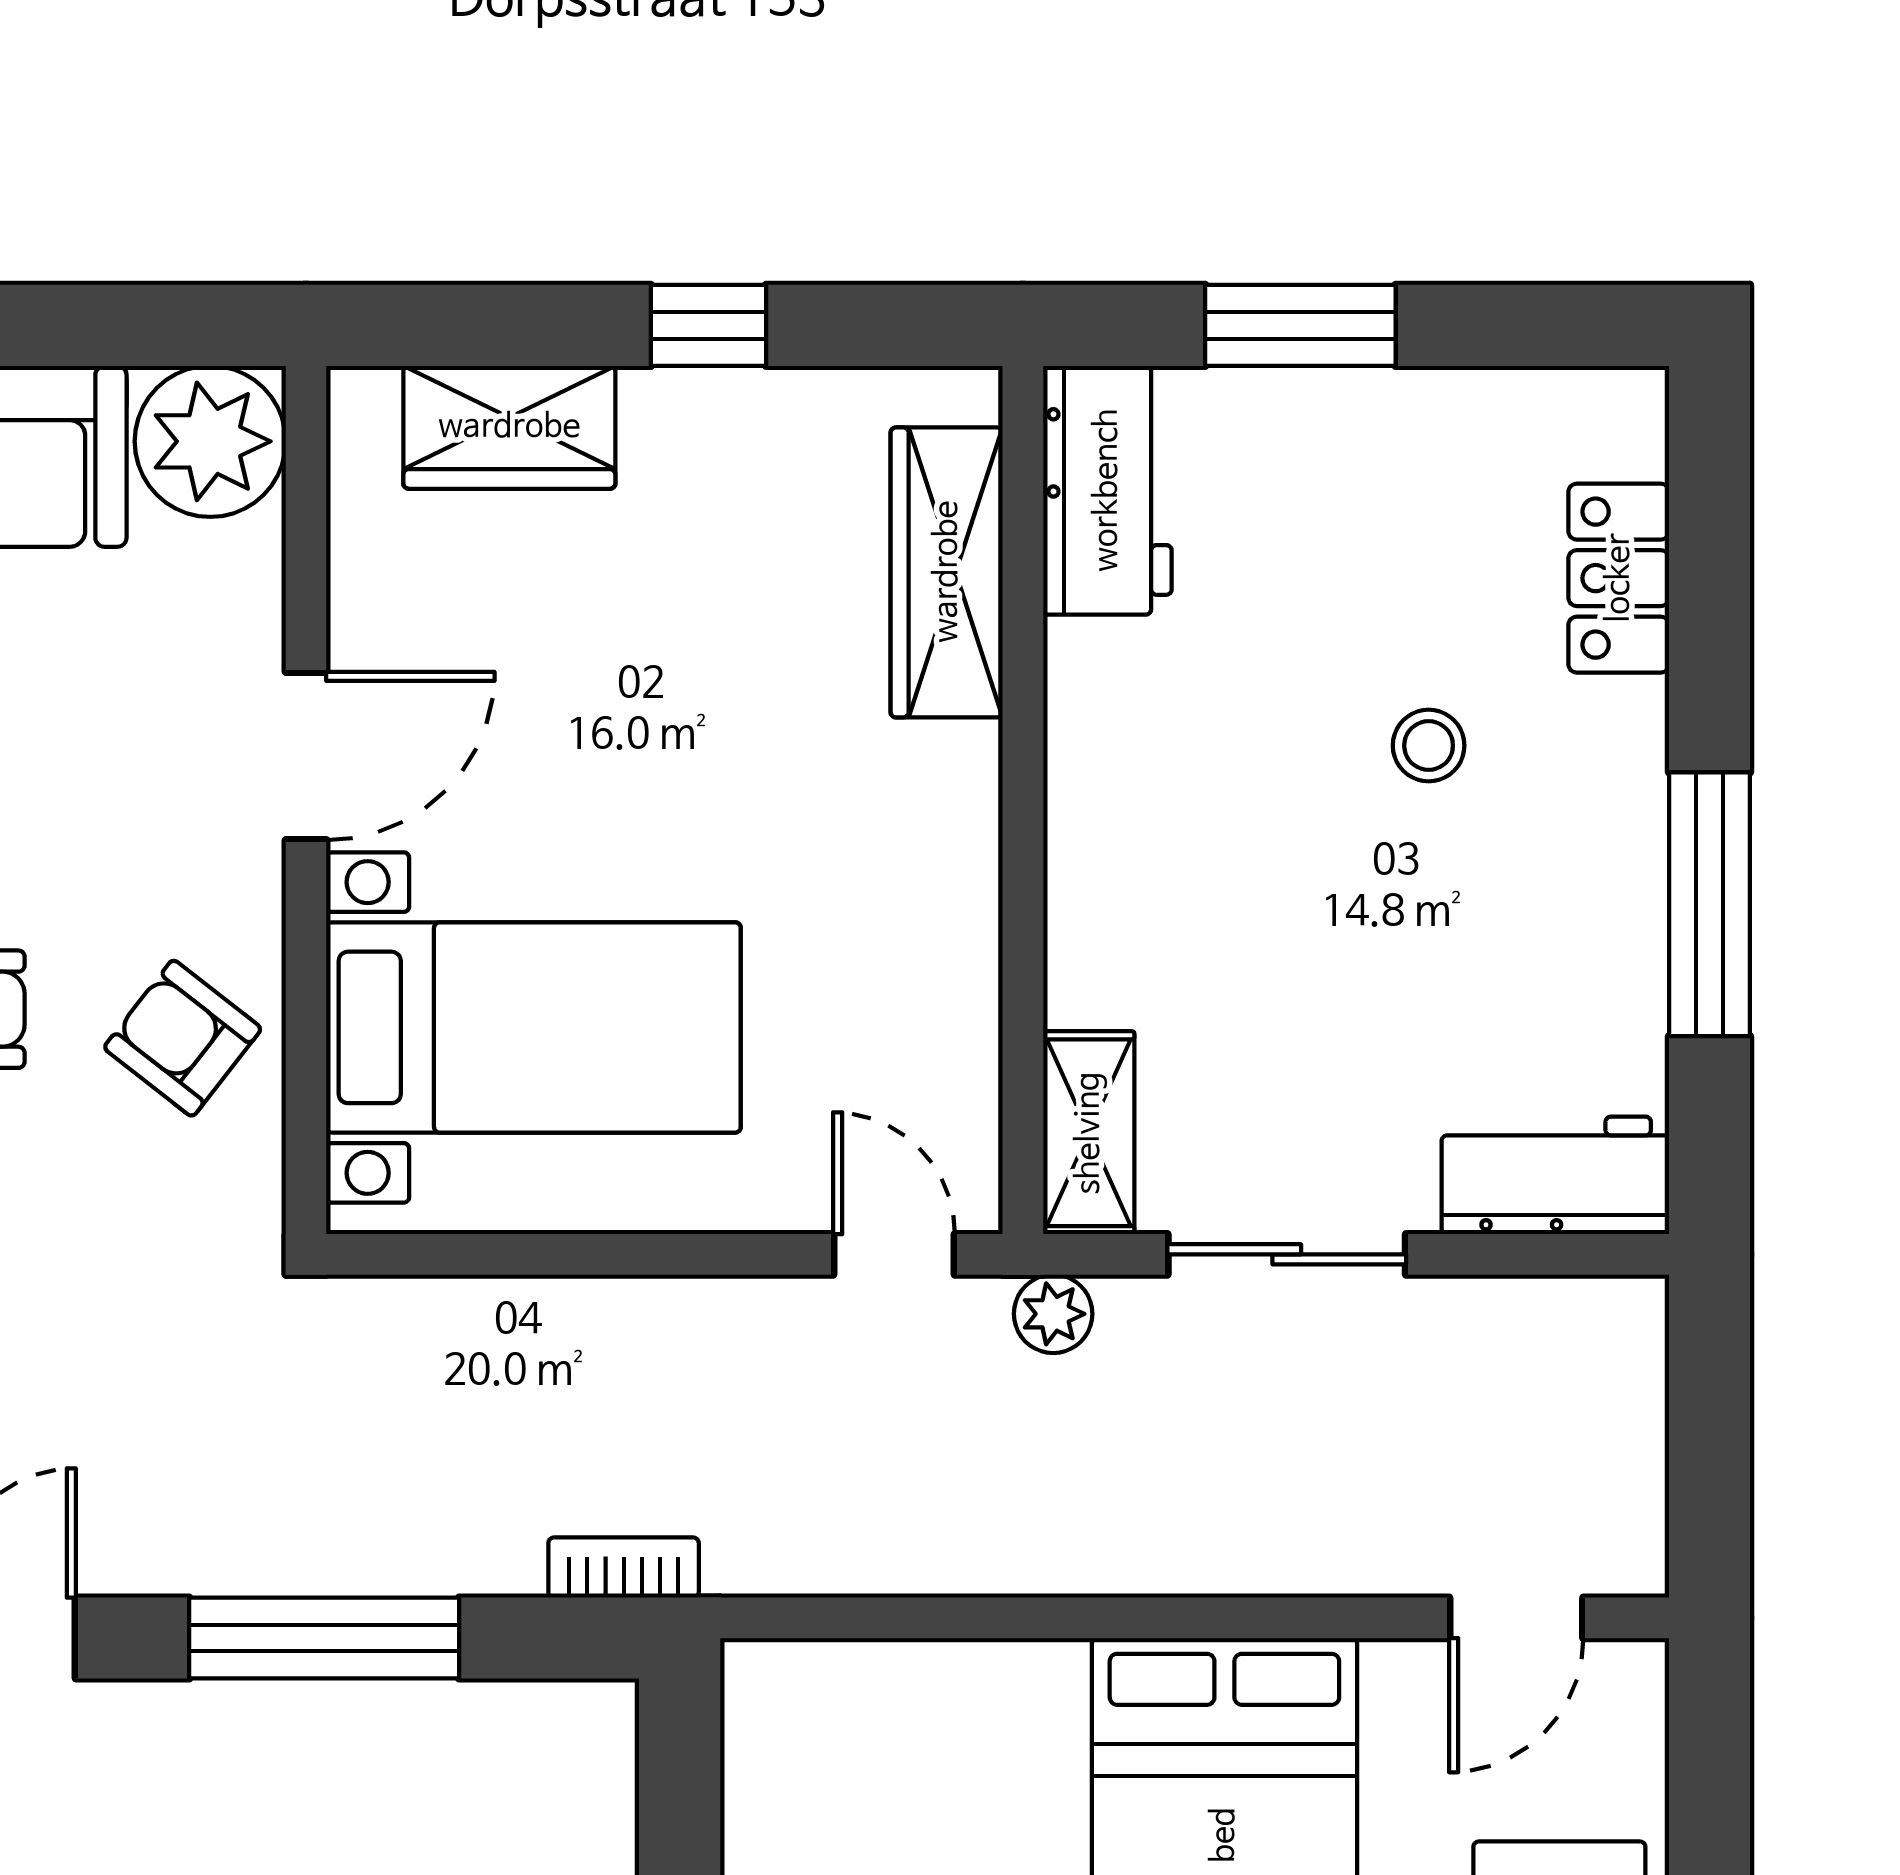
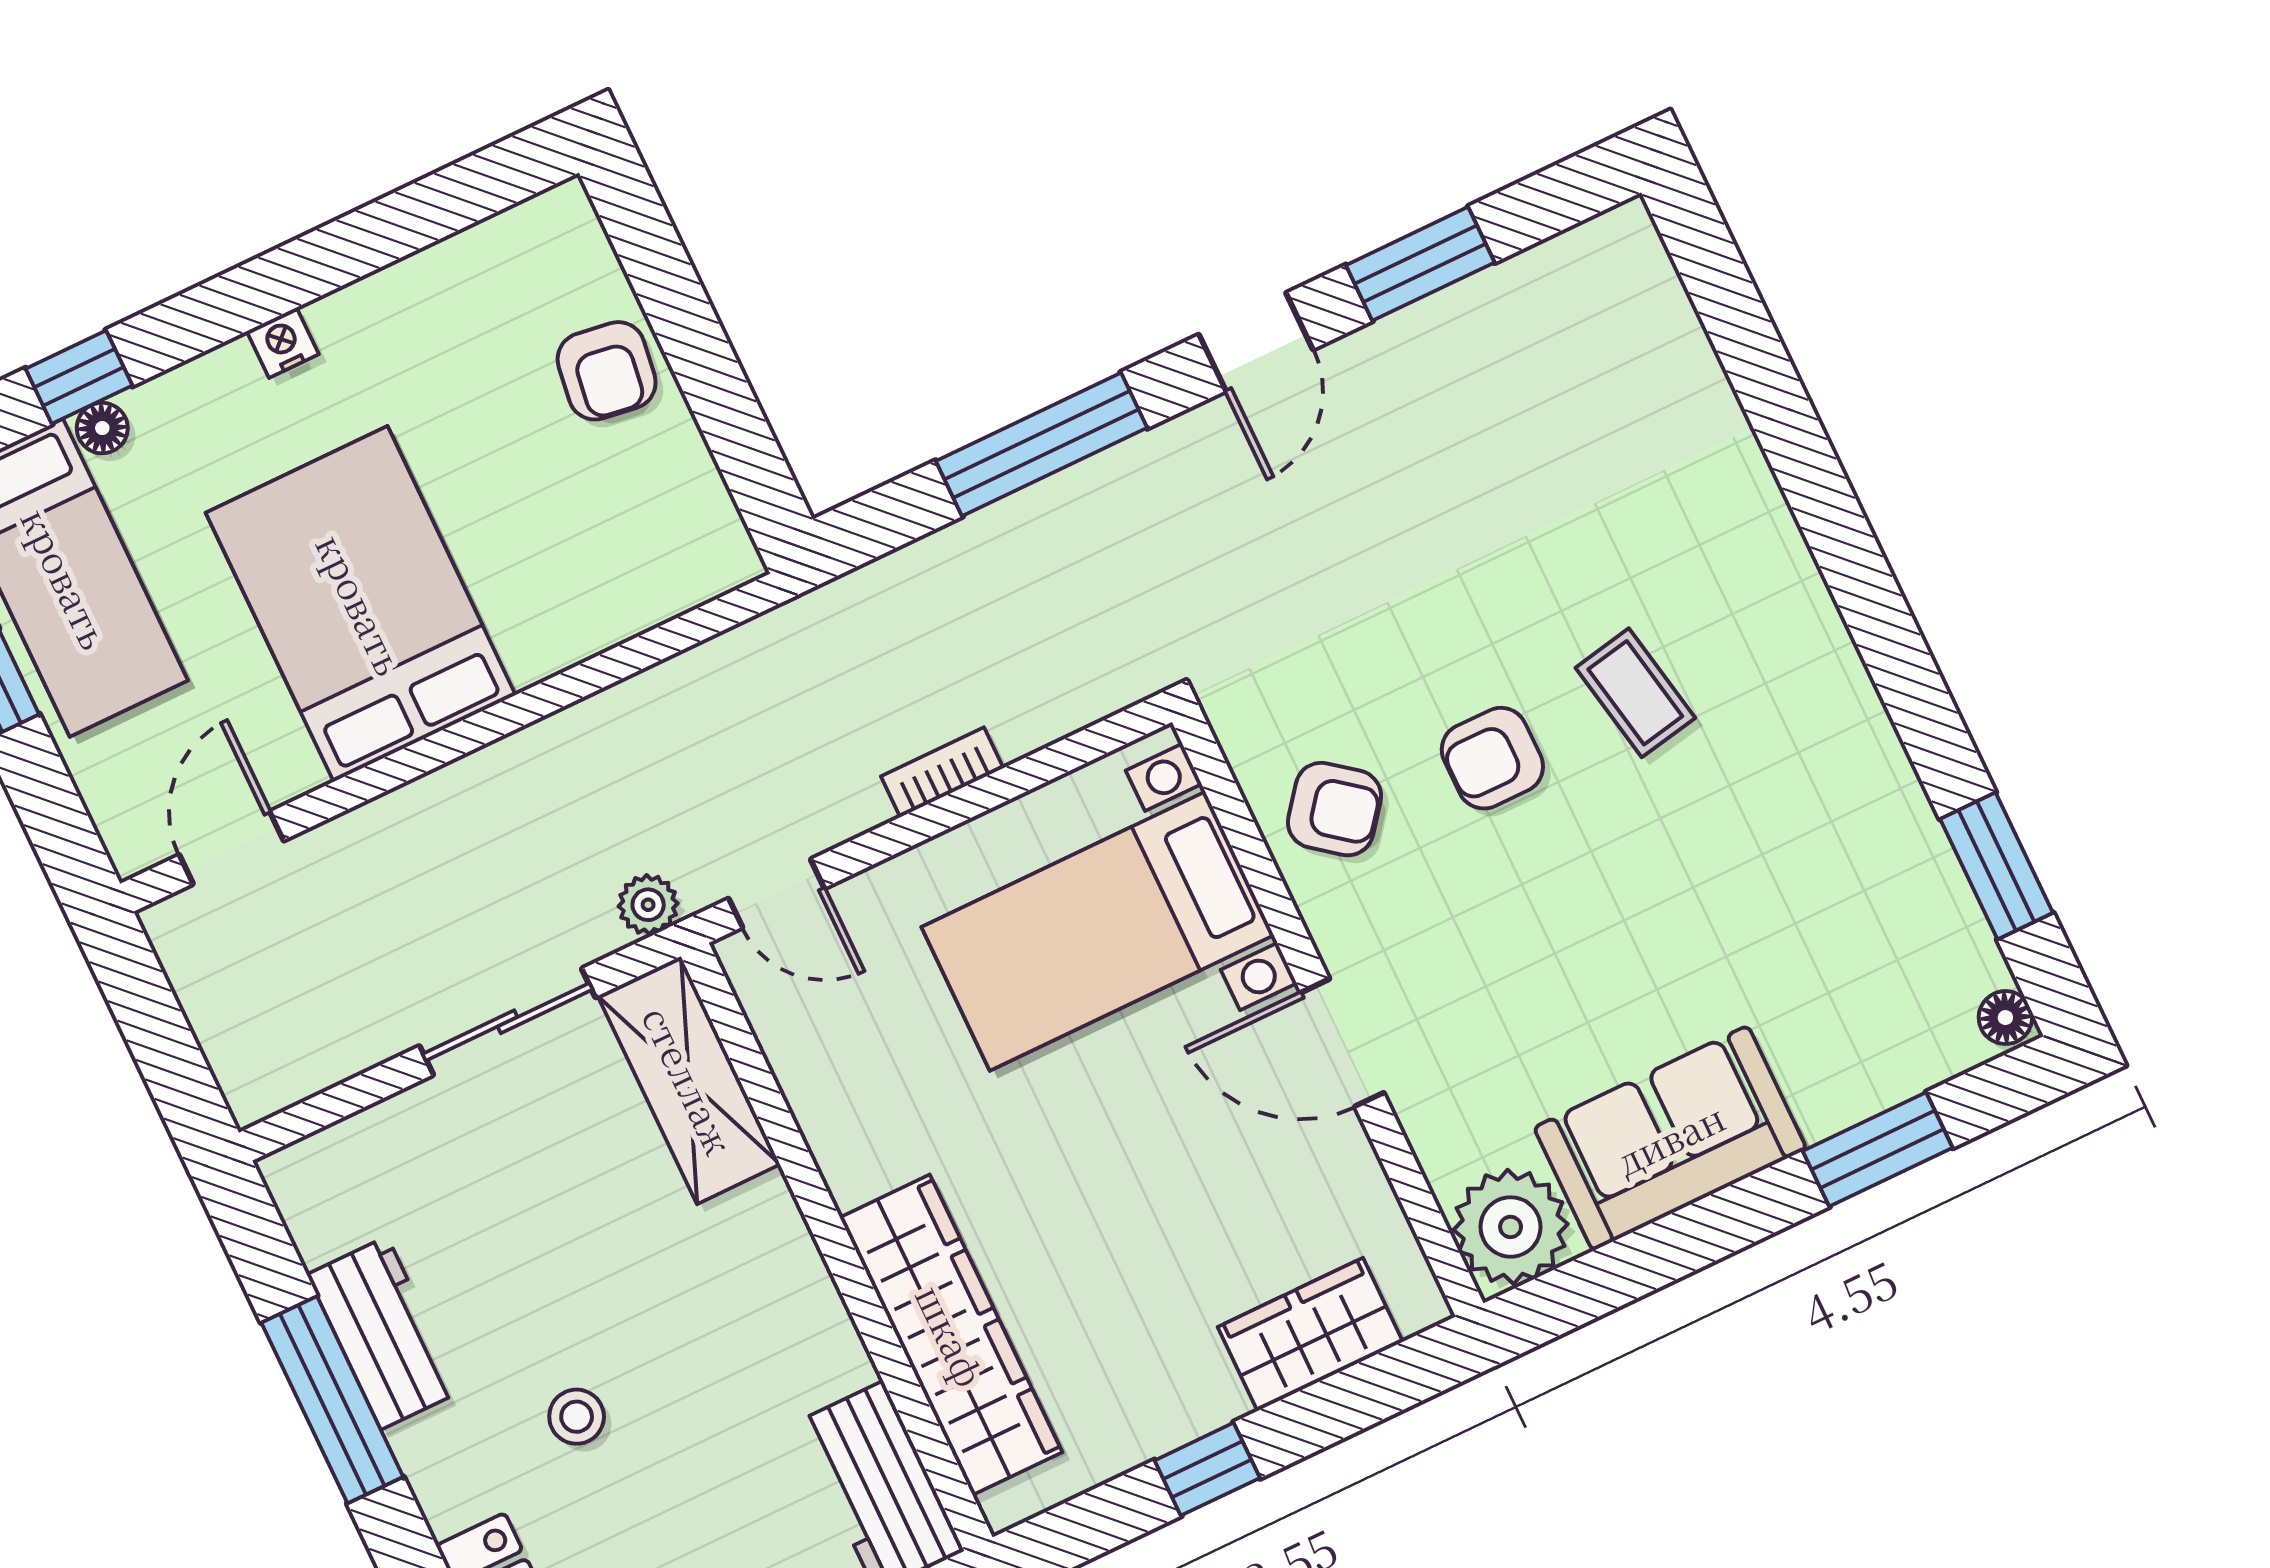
wardrobe: (947, 572) -> (951, 1335), width x1.40, depth x1.17
door: (306, 756) -> (1342, 1043), hinge flipped
shelving: (1089, 1133) -> (689, 1080), width x1.50, depth x1.33
workbench: (1555, 1175) -> (384, 1333), moved, turned -90
bookcase: (624, 1568) -> (942, 772), moved, turned 180

